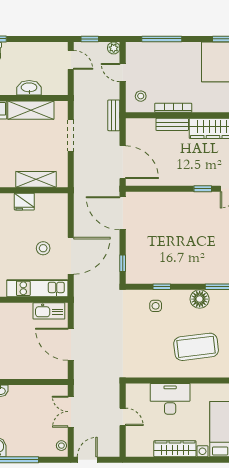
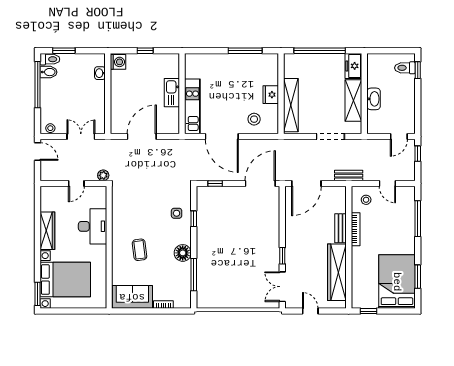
plant: (114, 48) -> (103, 175), moved
door: (123, 73) -> (387, 183), swing flipped
shelving: (36, 179) -> (291, 105), width x1.47
stool: (43, 248) -> (254, 119), moved
kitchen sink: (49, 311) -> (172, 93), moved
coffee table: (196, 347) -> (140, 250), width x0.54, depth x0.58

